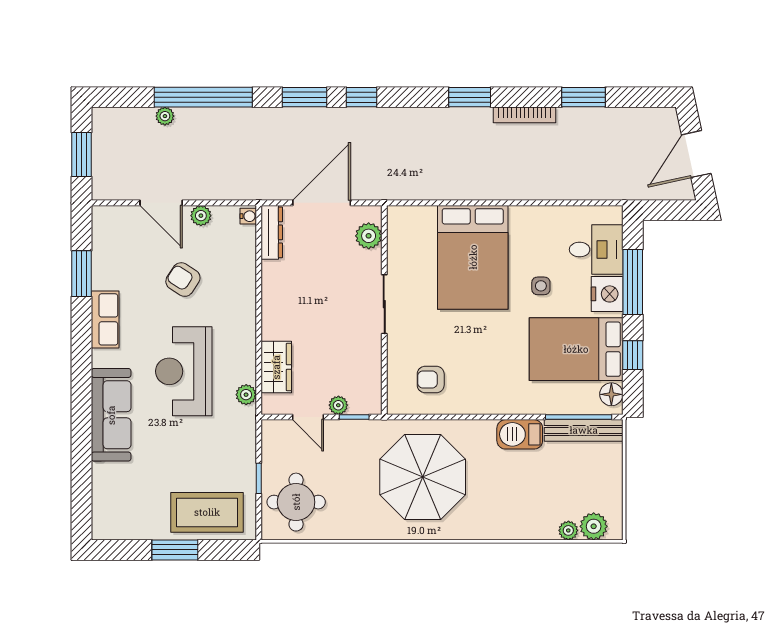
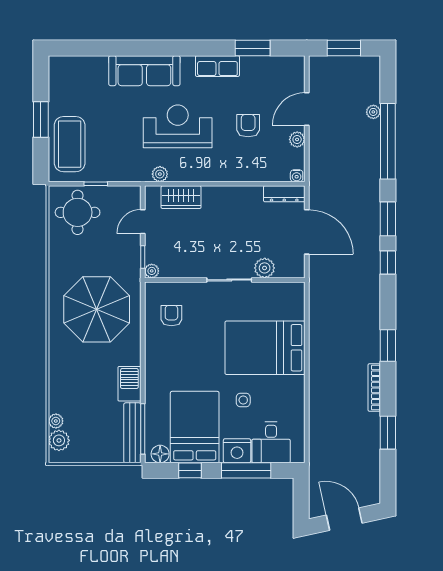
plant: (369, 236) -> (265, 268), moved
armchair: (183, 280) -> (248, 126), turned -33
plant: (338, 405) -> (152, 271), moved

